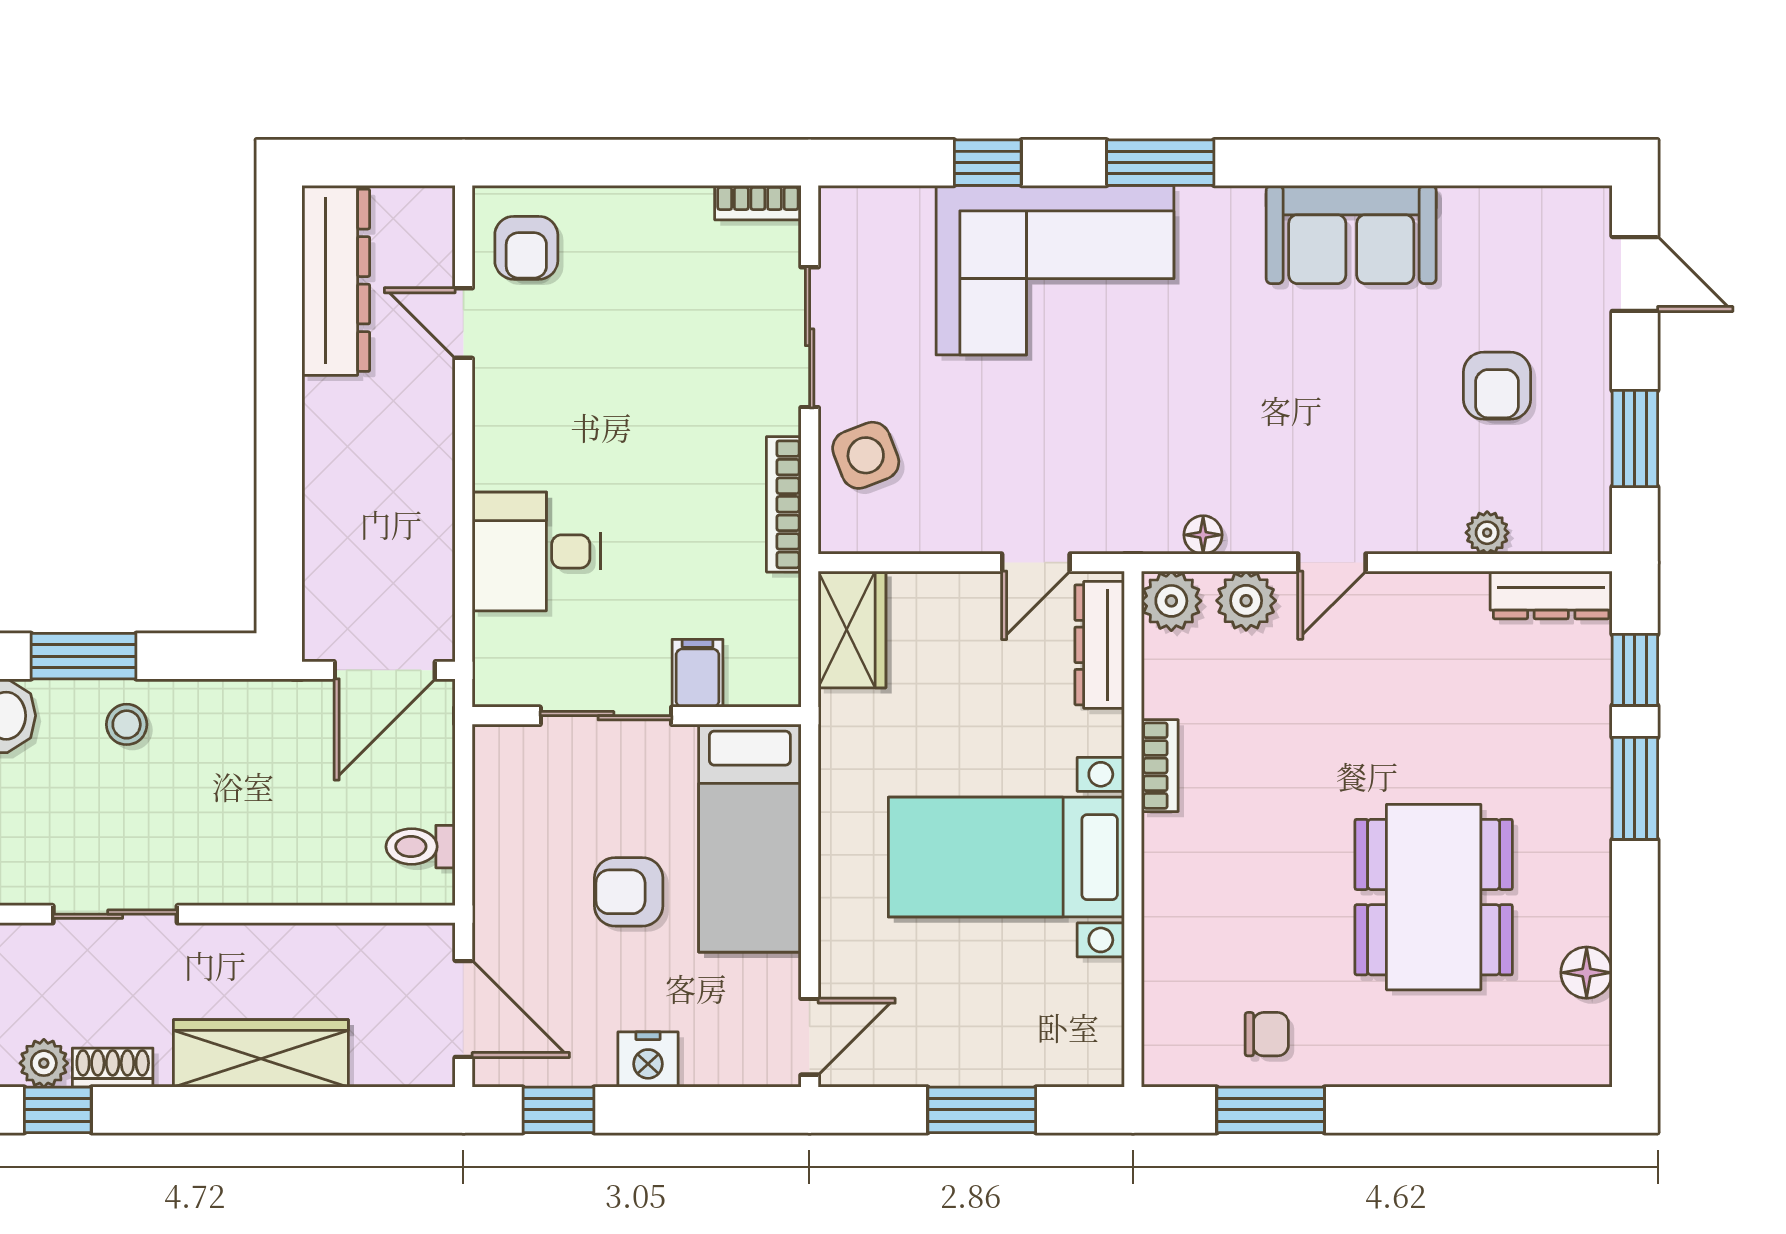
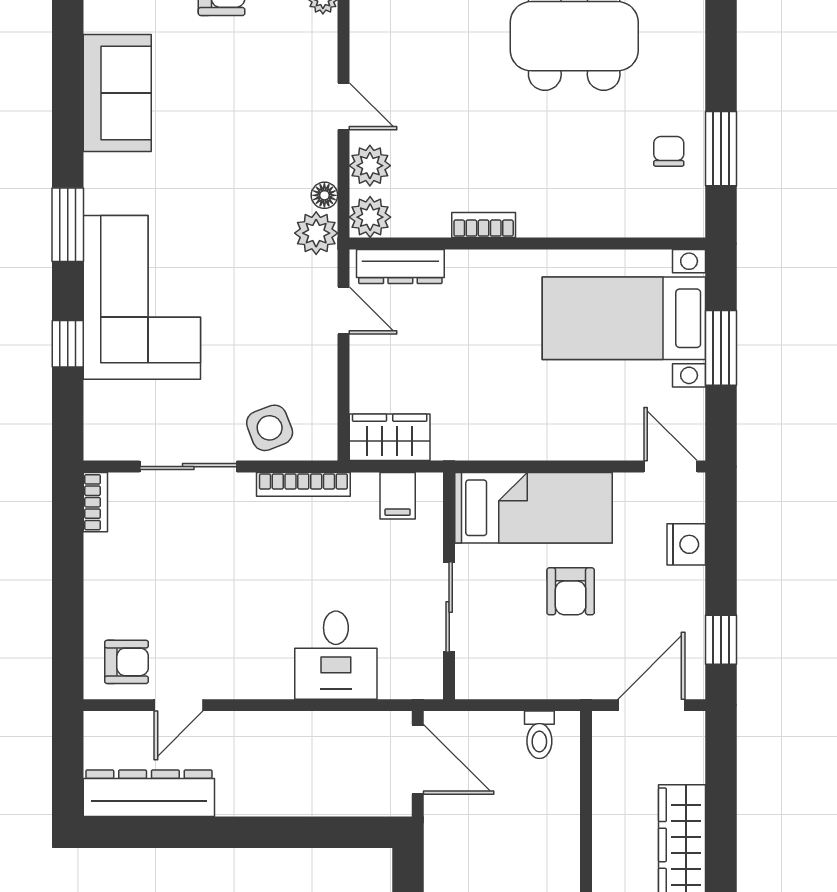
plant: (1148, 523) -> (316, 233), added
filing cabinet: (698, 673) -> (398, 496), moved, turned -90
bed with nightstands: (1006, 857) -> (624, 318), moved, turned 90
nightstand: (648, 1059) -> (686, 544), moved

